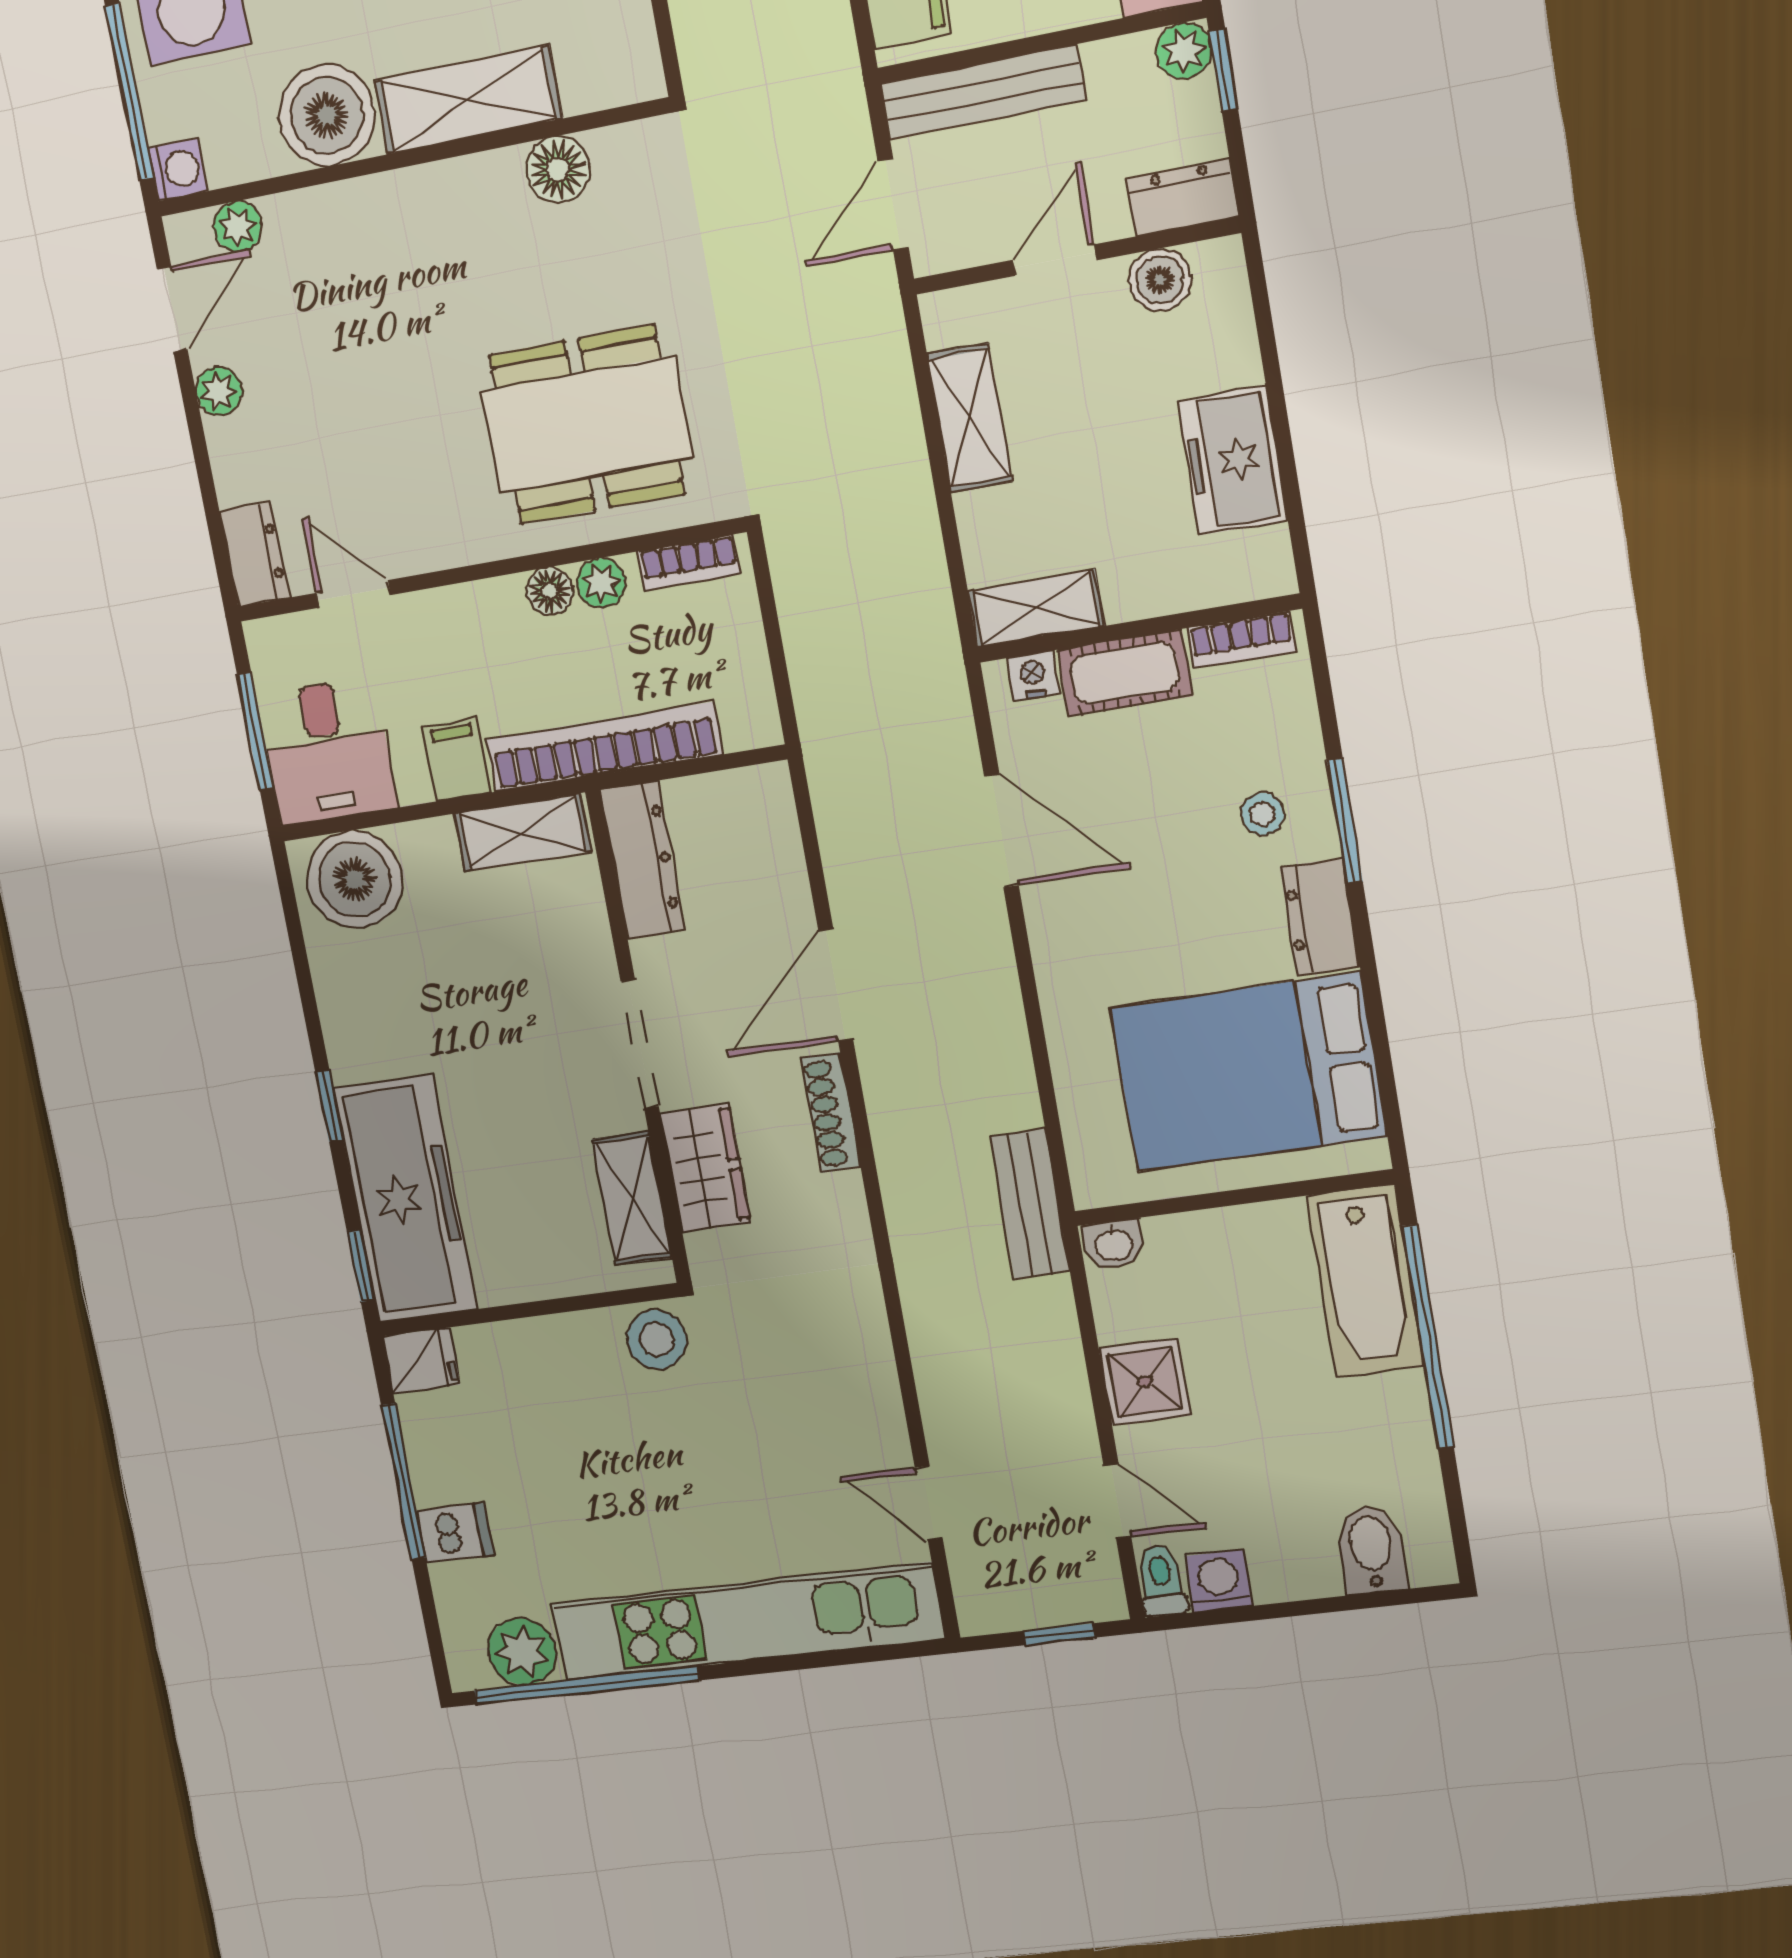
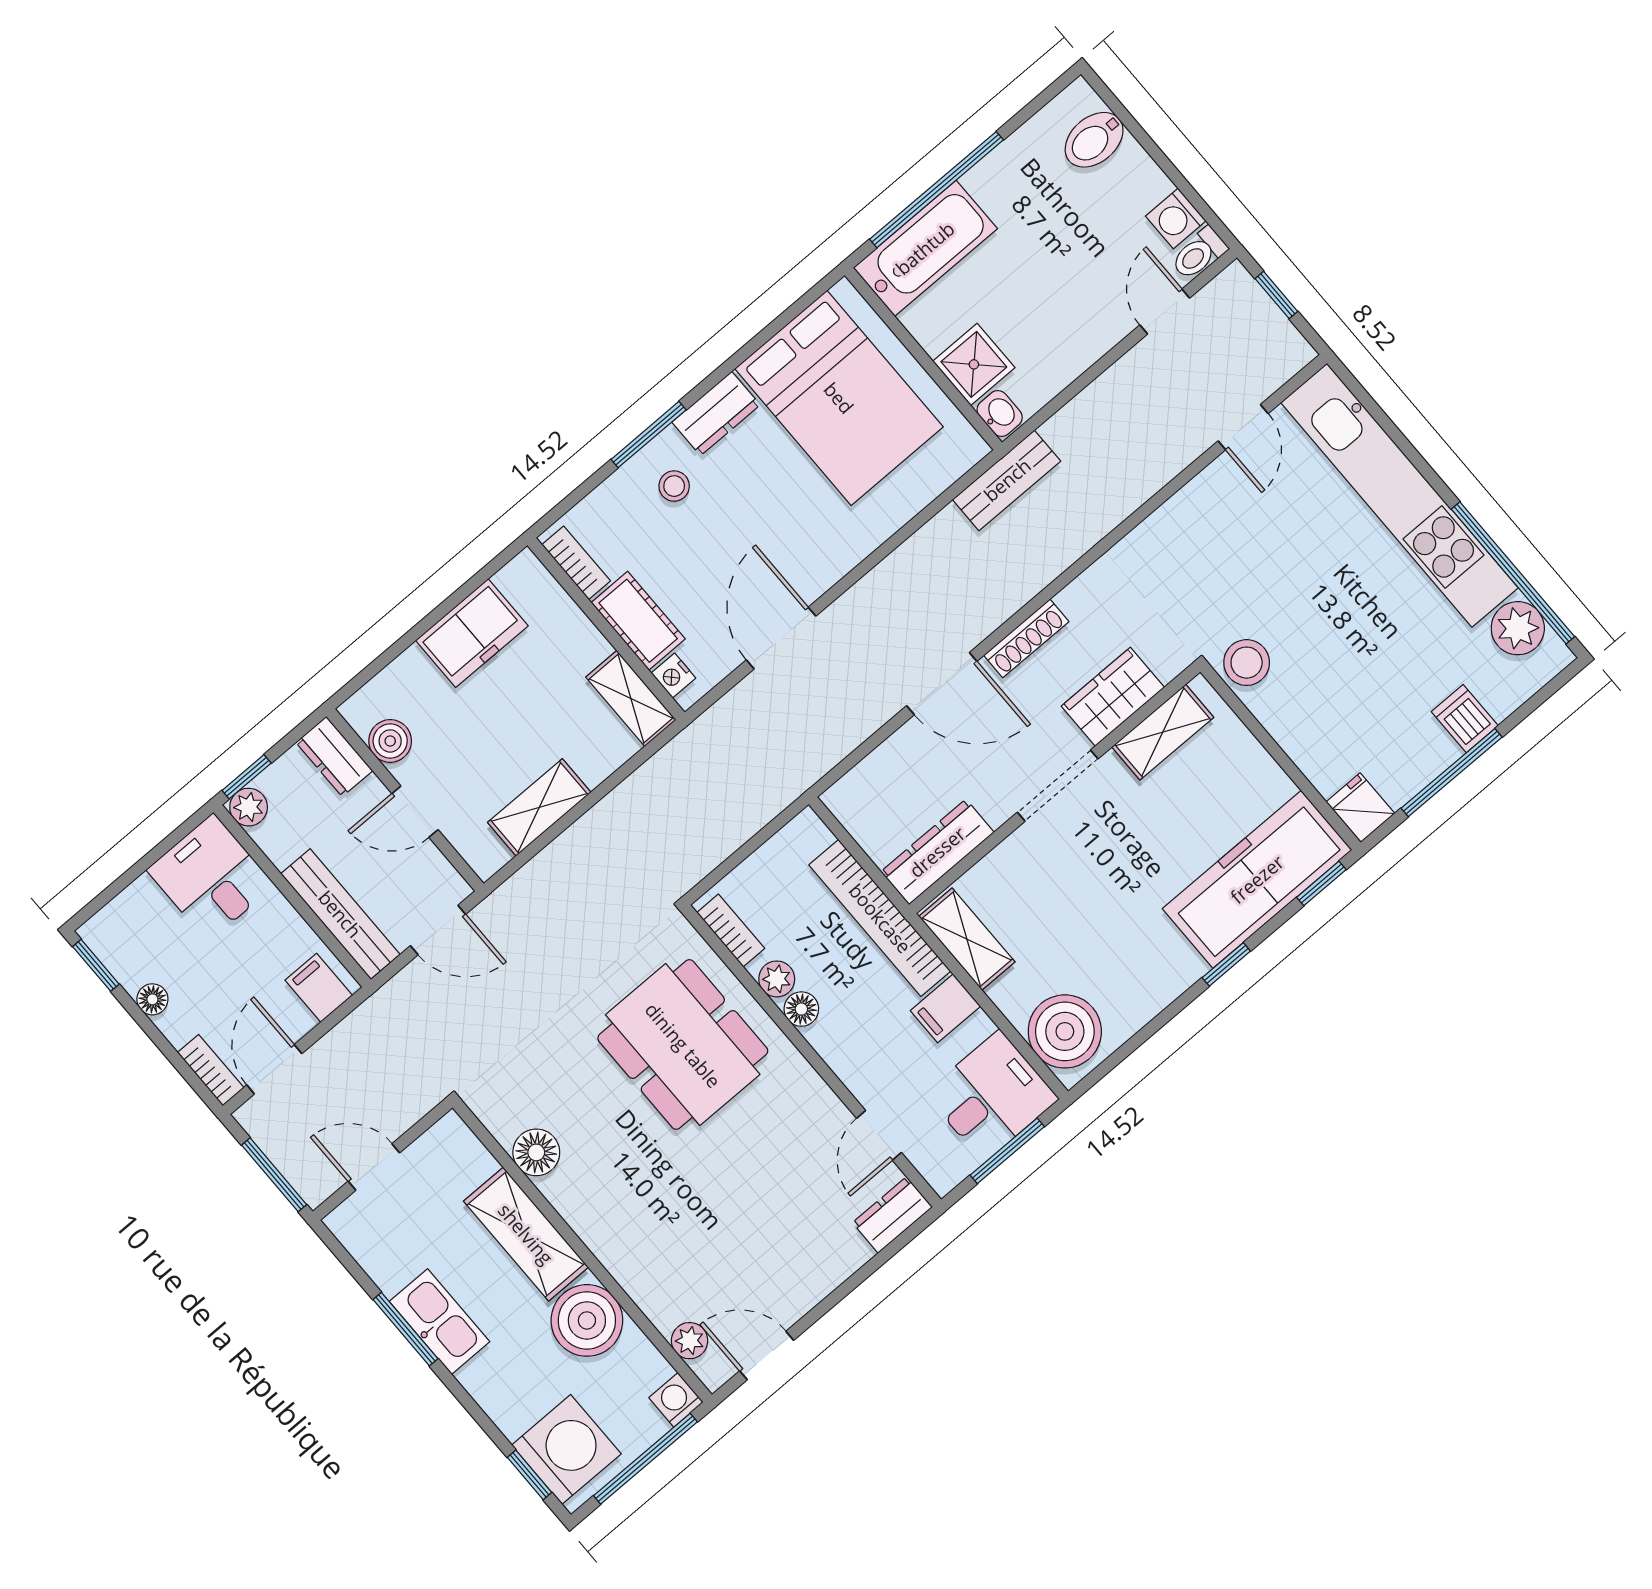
plant: (219, 391) -> (801, 1296), removed
shower: (1145, 1382) -> (974, 364), moved

